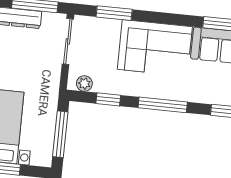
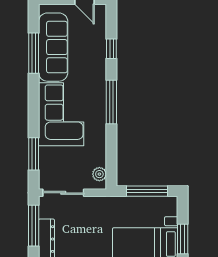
window: (108, 99) -> (111, 151), removed

